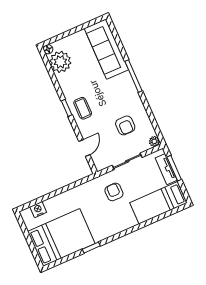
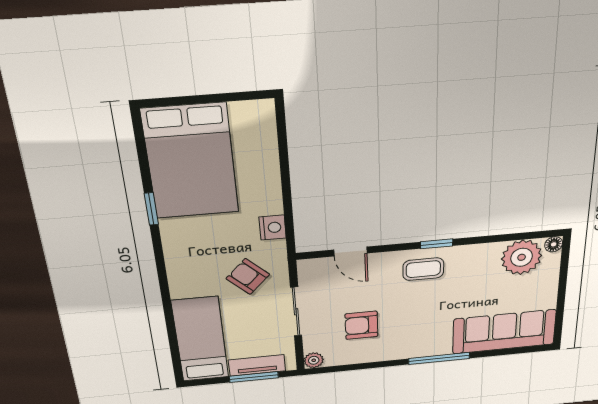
armchair: (114, 192) -> (248, 276), turned -136
nightstand: (38, 210) -> (273, 227), moved

